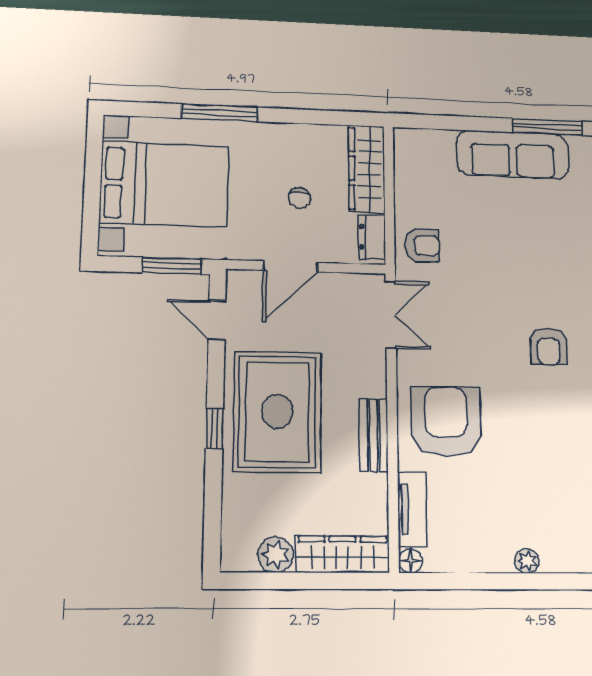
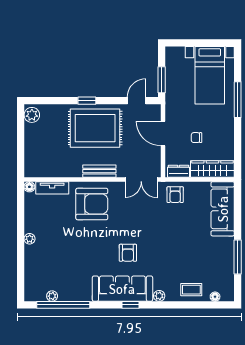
sofa: (513, 155) -> (223, 209), moved
bed with nightstands: (164, 184) -> (210, 75), width x0.73
armchair: (549, 346) -> (128, 253), turned -90
bench: (374, 435) -> (99, 171), moved
wardrobe: (343, 554) -> (32, 157), removed
plant: (276, 555) -> (32, 115), moved

